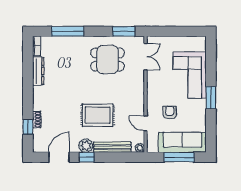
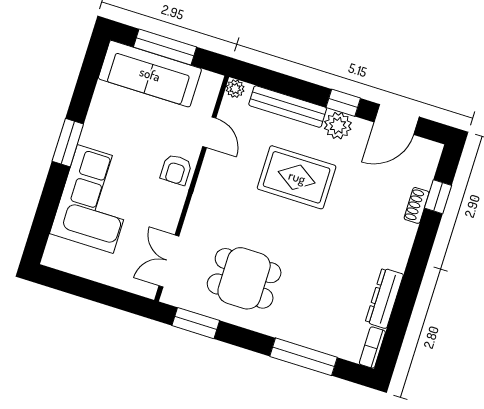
armchair: (170, 113) -> (176, 170), moved

